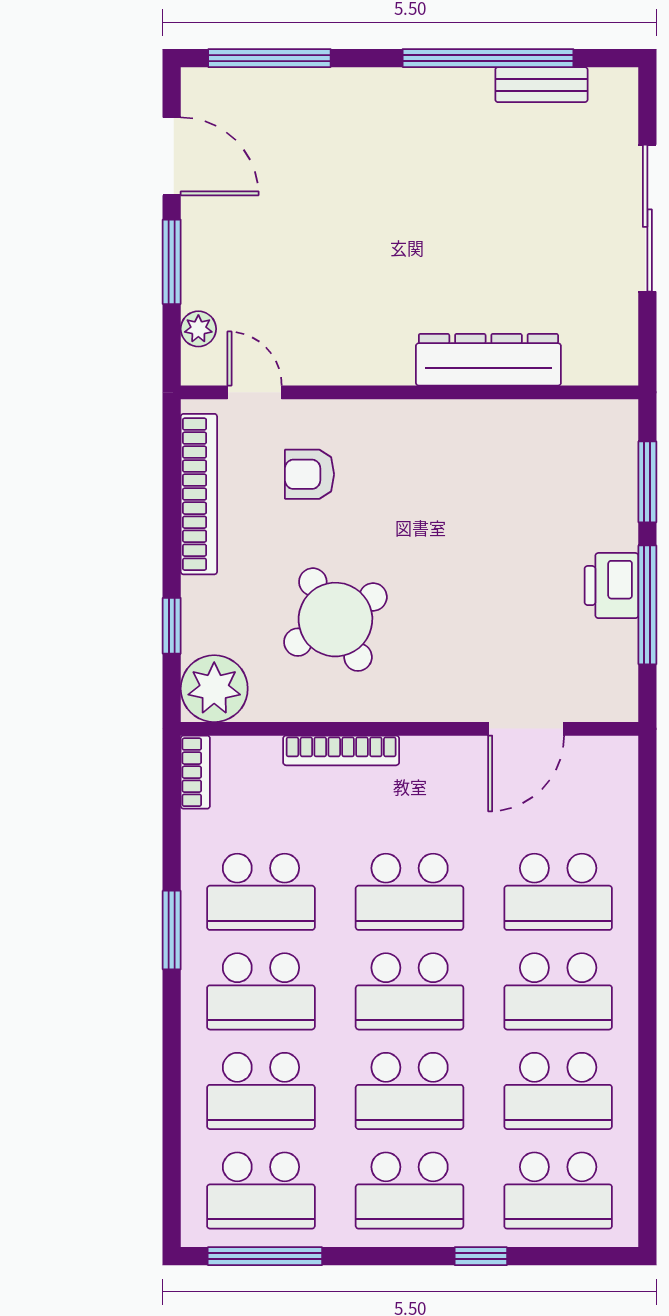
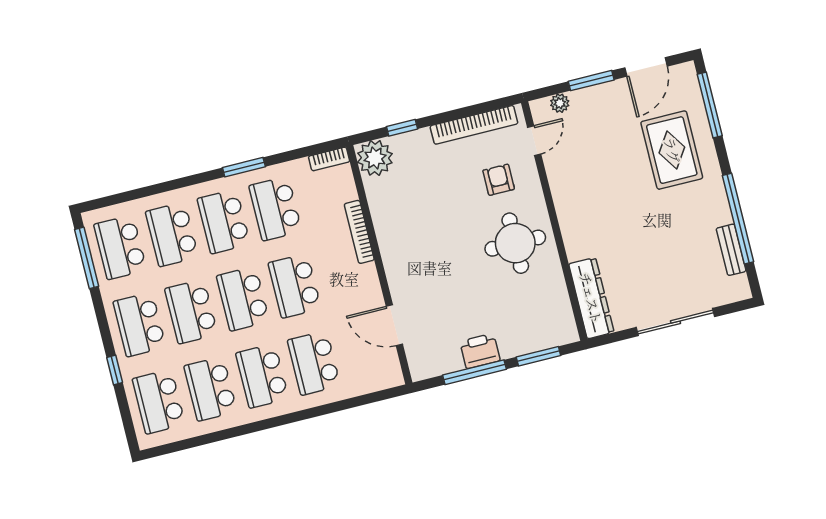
rug: (334, 147) -> (672, 150), added
dresser: (488, 360) -> (591, 298), moved
round table: (335, 620) -> (515, 243), moved, turned 31

